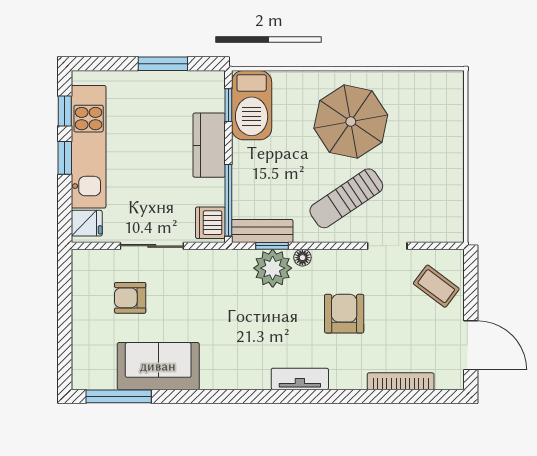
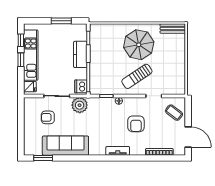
barbecue: (252, 105) -> (98, 38), removed
bench: (262, 231) -> (173, 28), moved
plant: (273, 268) -> (80, 105), moved
armchair: (344, 314) -> (136, 124), turned 180
sofa: (158, 366) -> (65, 146), width x1.36
window: (119, 396) -> (43, 158), width x0.69

